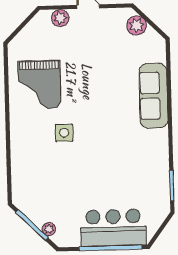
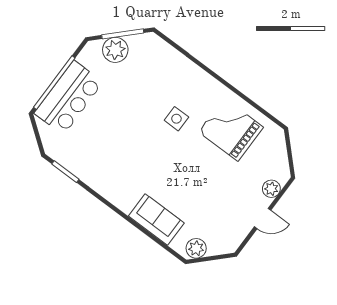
plant: (136, 25) -> (196, 248), moved
sofa: (153, 96) -> (156, 220), width x0.73
plant: (49, 229) -> (115, 50), width x1.88, depth x1.88

